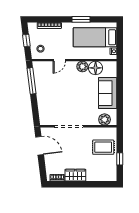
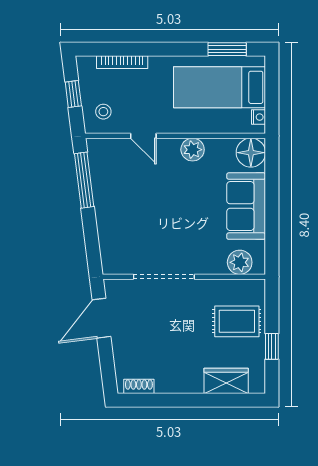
window: (81, 19) -> (227, 49), moved
door: (59, 60) -> (143, 136), hinge flipped
floor lamp: (96, 68) -> (251, 153), moved
door: (40, 146) -> (101, 318), swing flipped
wardrobe: (75, 175) -> (226, 381), moved

